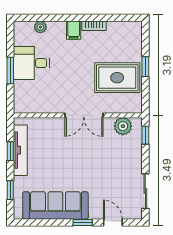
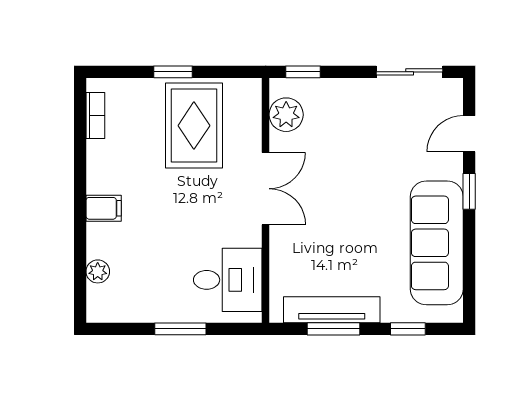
bookcase: (94, 26) -> (95, 116), moved
desk: (31, 63) -> (228, 280), moved, turned -90
window: (10, 151) -> (334, 329), width x1.50

